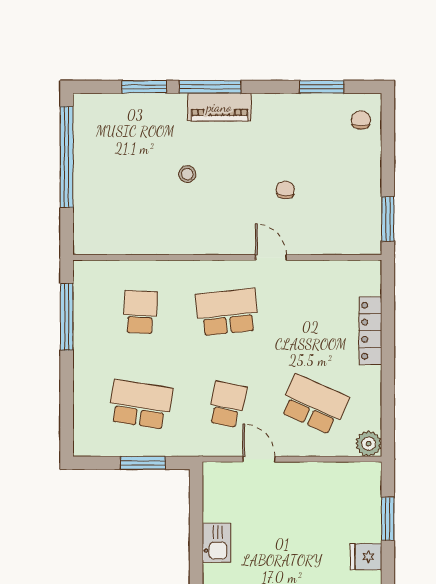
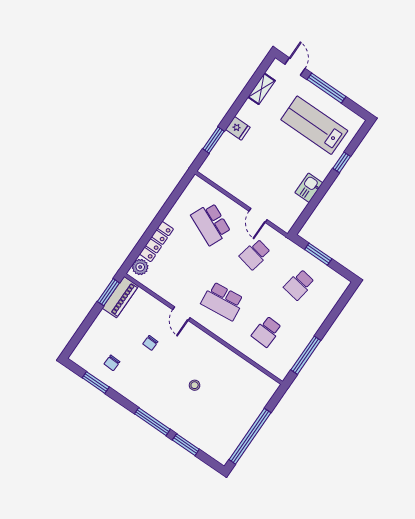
piano: (219, 107) -> (120, 297), moved, turned 90
chair: (361, 120) -> (112, 363), moved
school desk: (140, 404) -> (299, 285), width x0.54
plant: (369, 444) -> (140, 267), moved

